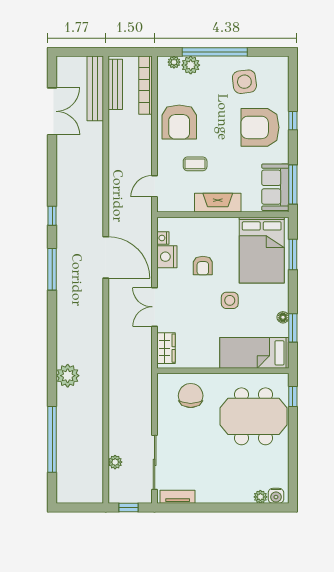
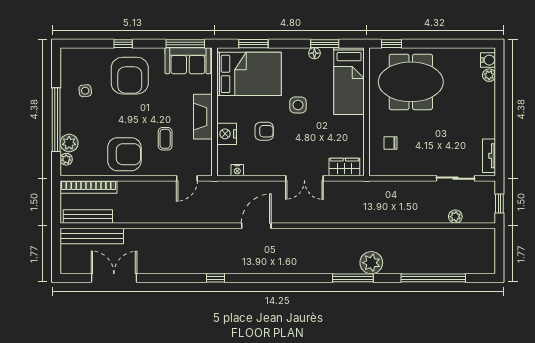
side table: (244, 82) -> (85, 91), width x0.54, depth x0.54
door: (155, 186) -> (187, 178), hinge flipped
door: (106, 257) -> (256, 226), width x0.73
nightstand: (167, 257) -> (227, 134), moved, turned 90
window: (52, 269) -> (353, 278), moved
chair: (191, 396) -> (391, 143), width x0.54, depth x0.54
meeting table: (253, 416) -> (411, 82), turned 90
sliding door: (155, 462) -> (456, 178), width x0.73

